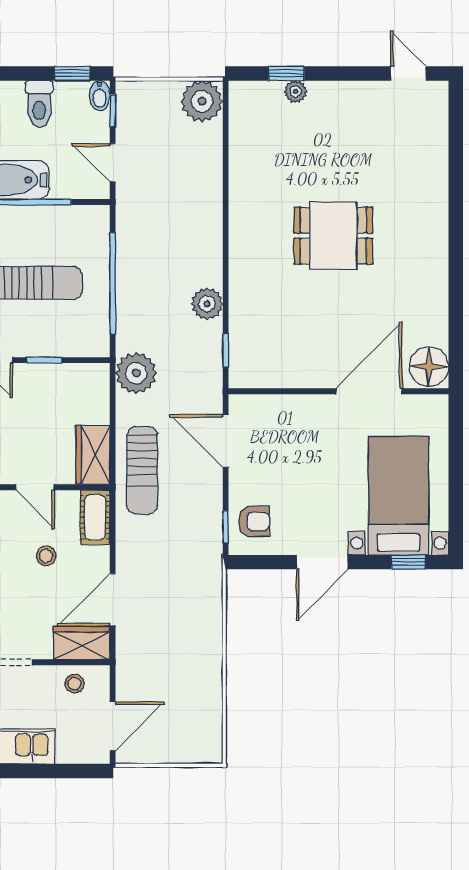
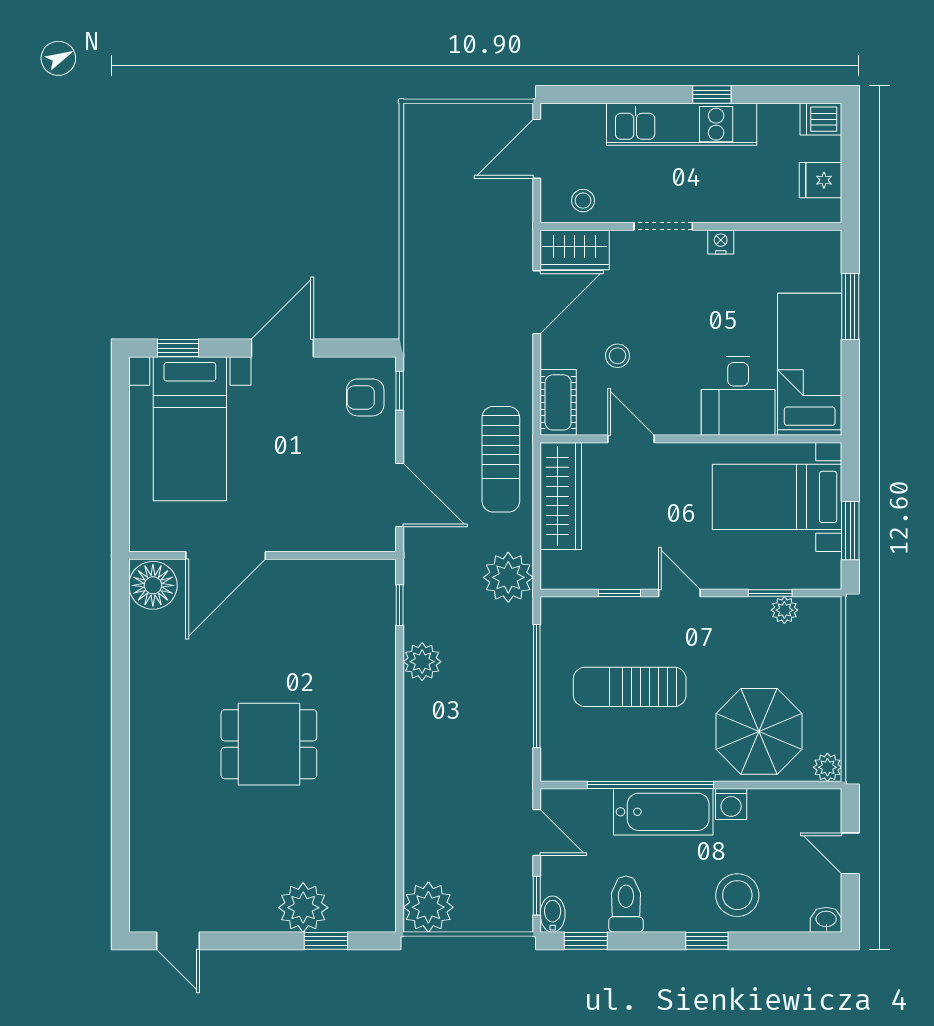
plant: (296, 91) -> (303, 908), width x1.88, depth x1.88
wardrobe: (93, 455) -> (561, 496), width x1.50
sun lounger: (142, 470) -> (501, 459), turned 180

